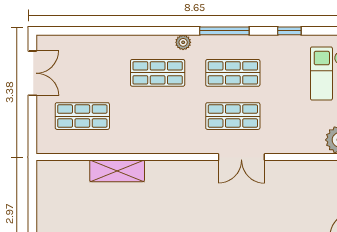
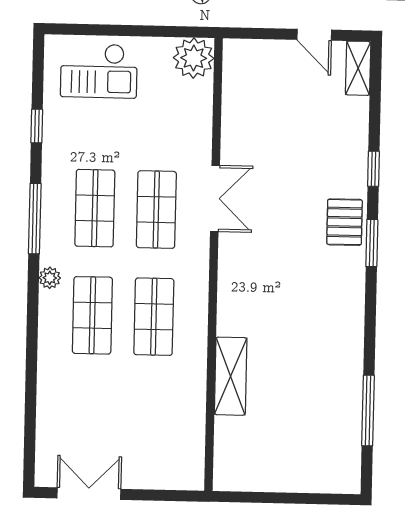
shop shelf: (82, 116) -> (154, 317), moved

